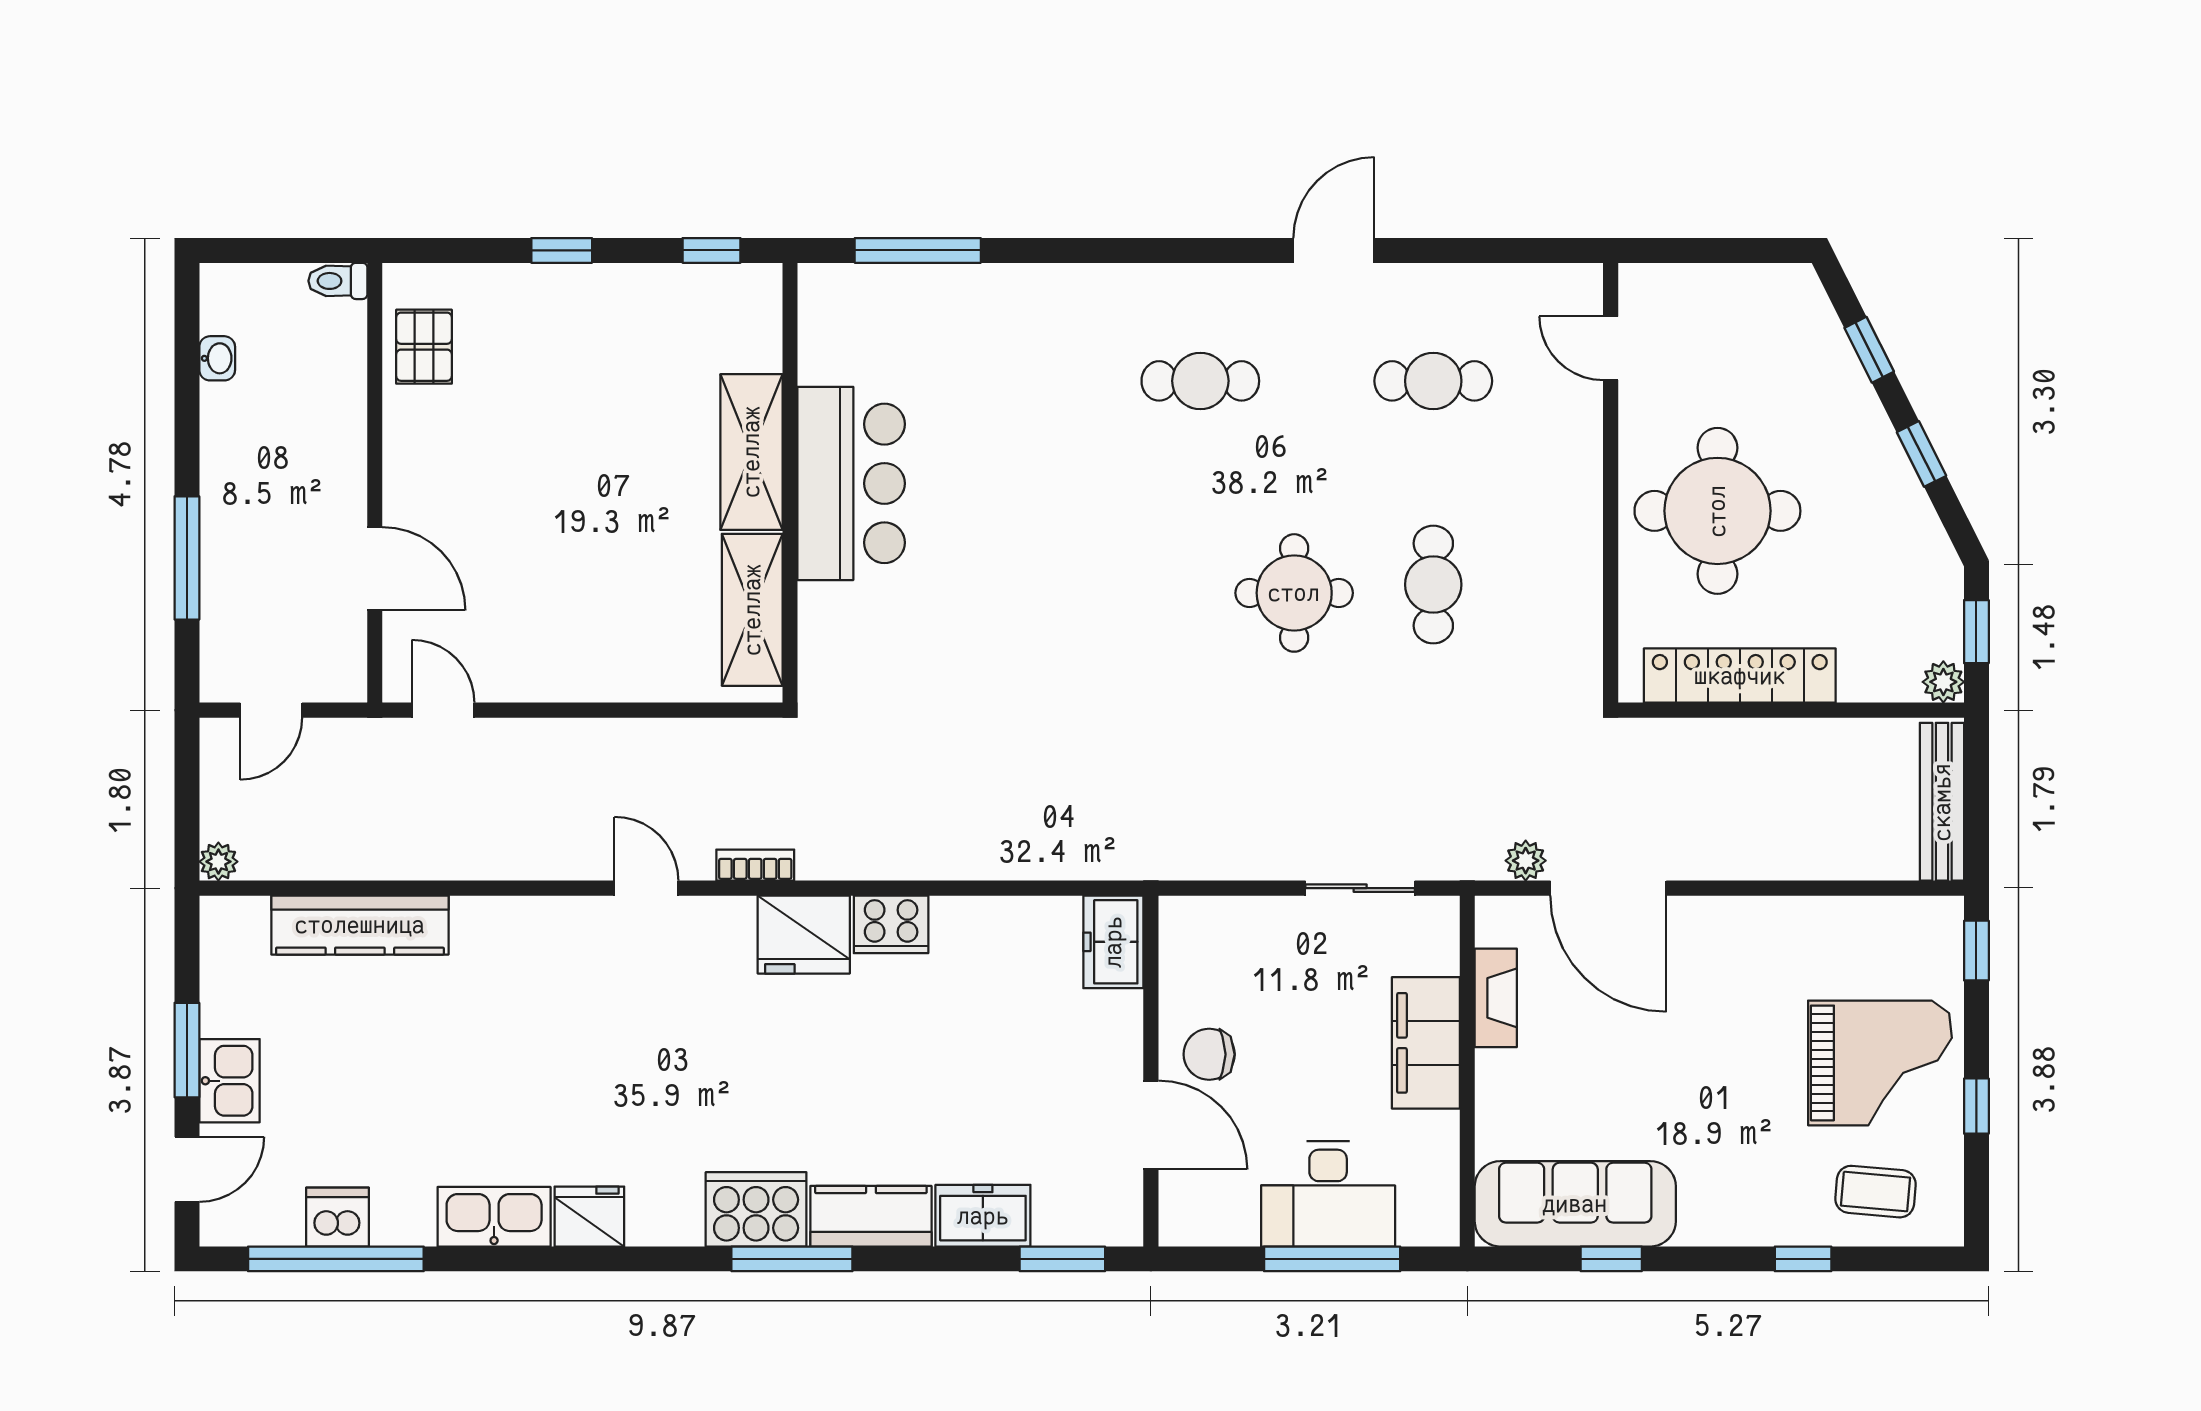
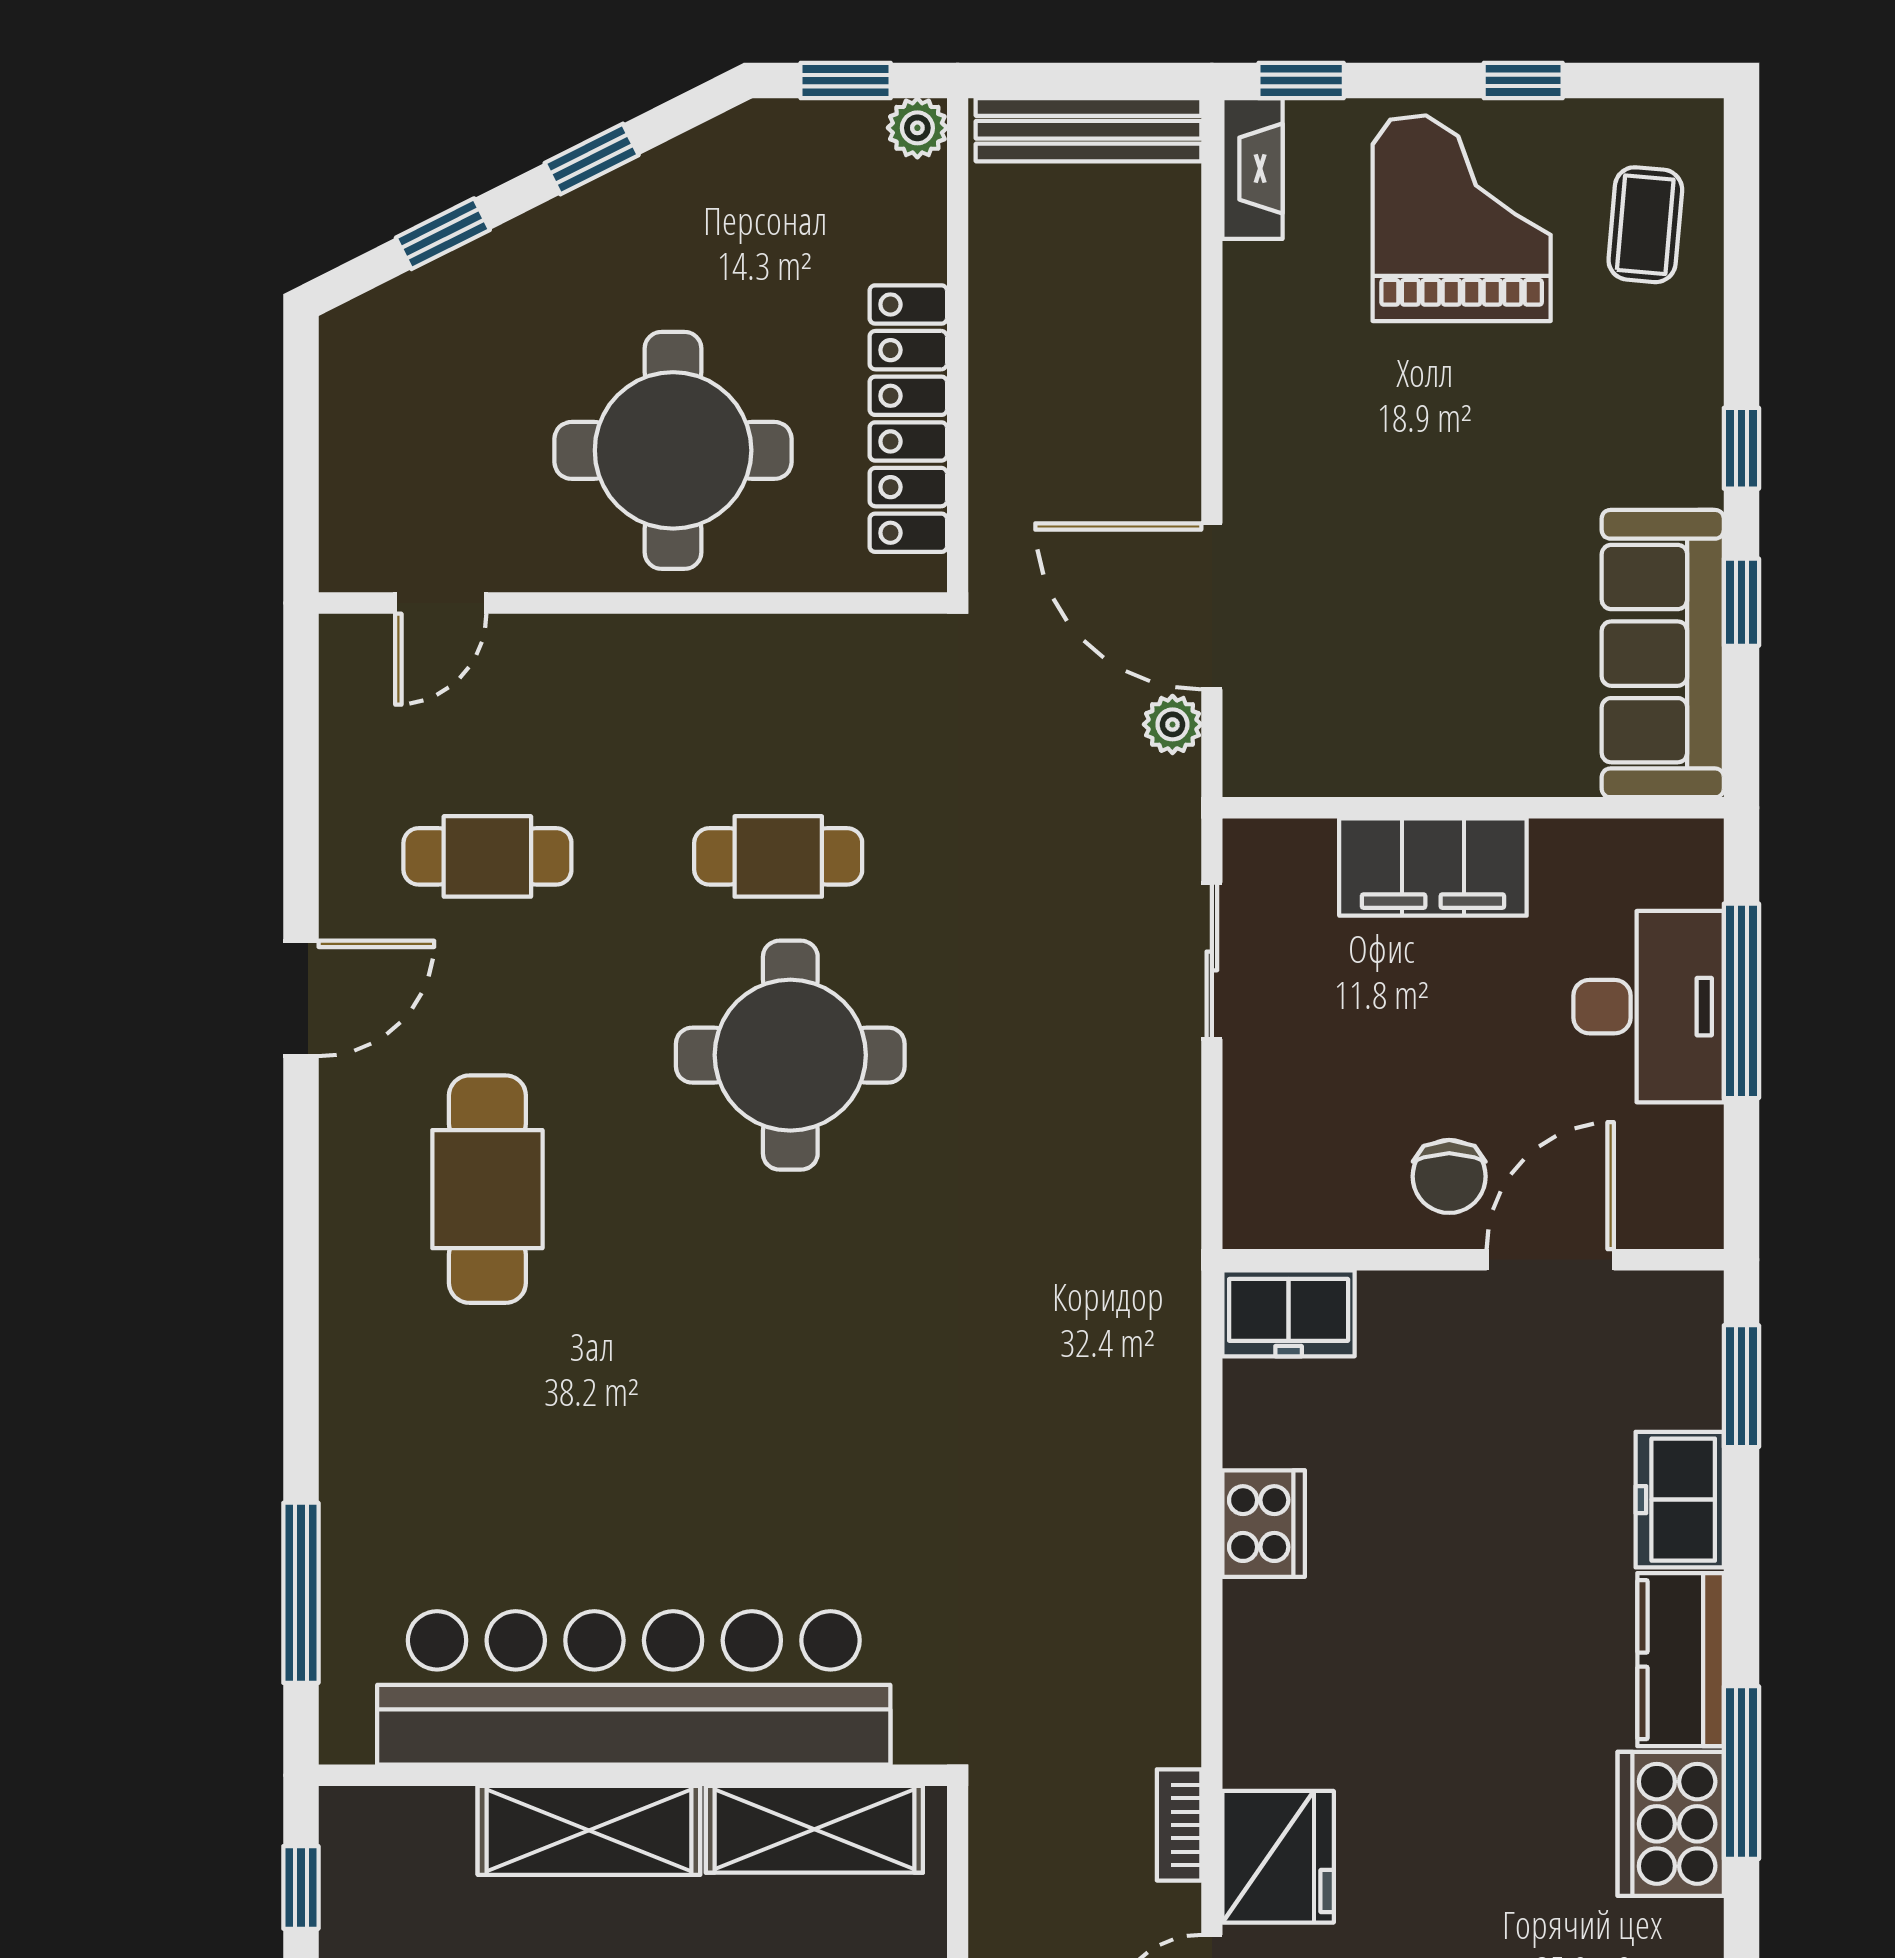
door: (1334, 250) -> (301, 998), swing flipped
cafe table: (1200, 381) -> (487, 1189), width x1.37, depth x1.35
cafe table: (1433, 381) -> (487, 856), turned 90
bar counter: (851, 483) -> (634, 1688), width x1.86
round table: (1294, 593) -> (790, 1055), width x1.36, depth x1.36
door: (1608, 888) -> (1212, 606), swing flipped
cooker: (891, 924) -> (1264, 1524), moved
fridge: (804, 935) -> (1278, 1857), moved
fireplace: (1496, 998) -> (1253, 169), moved, turned 90
window: (1803, 1259) -> (1741, 448), moved

